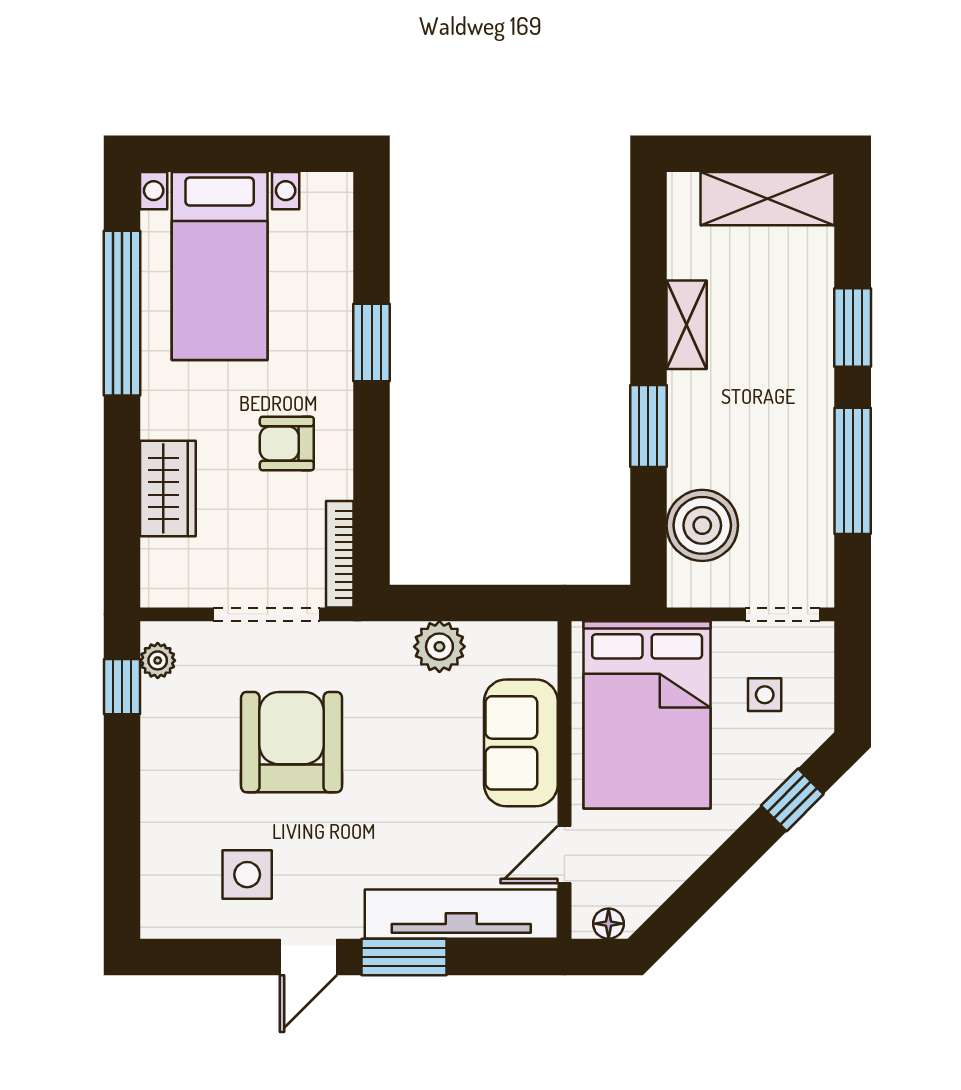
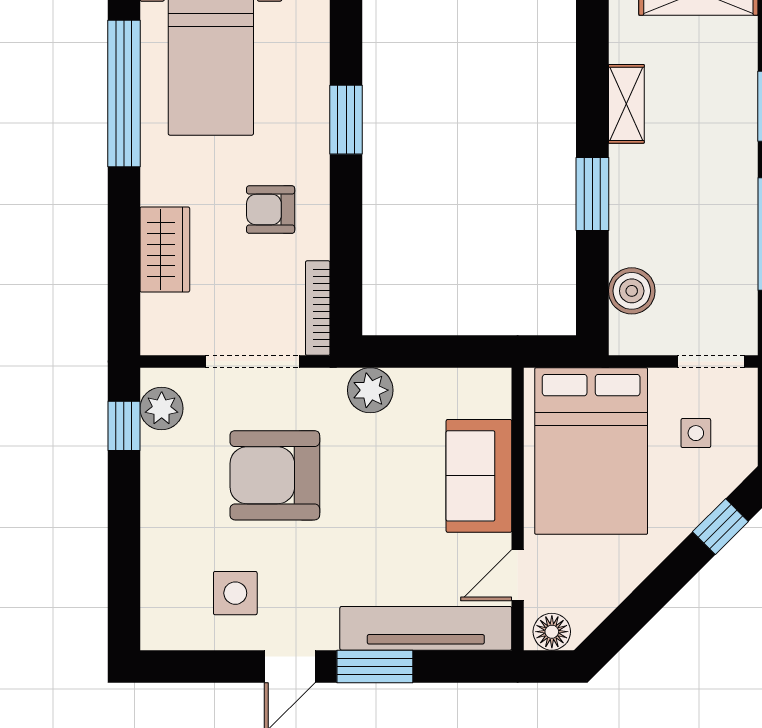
boiler: (702, 525) -> (632, 291), width x0.73, depth x0.73
plant: (439, 647) -> (370, 390), moved
plant: (158, 660) -> (162, 408), width x1.38, depth x1.38
armchair: (292, 742) -> (275, 475), turned -90
floor lamp: (609, 924) -> (552, 632), width x1.37, depth x1.37

